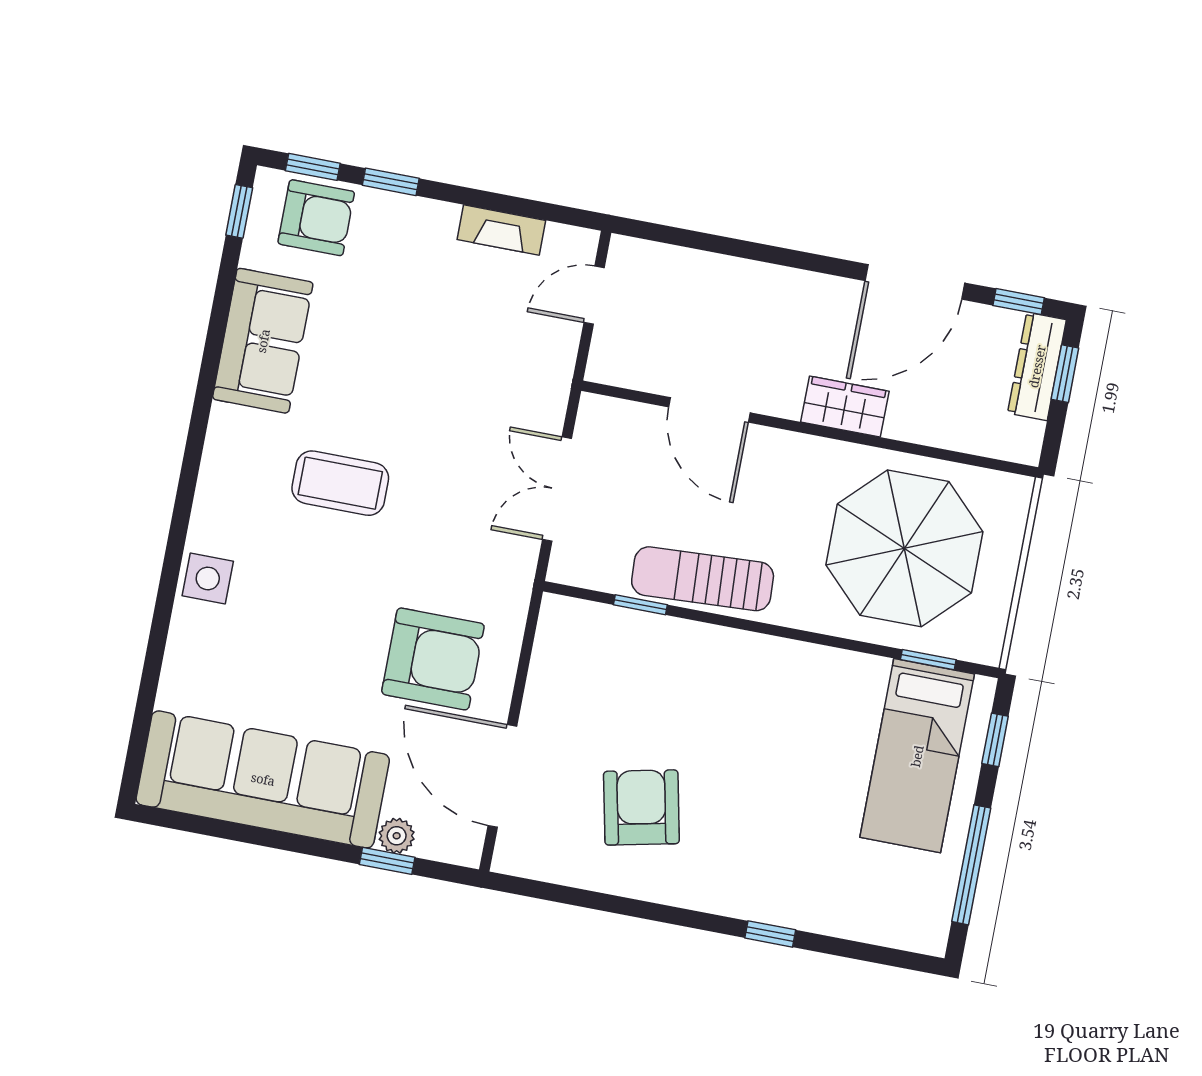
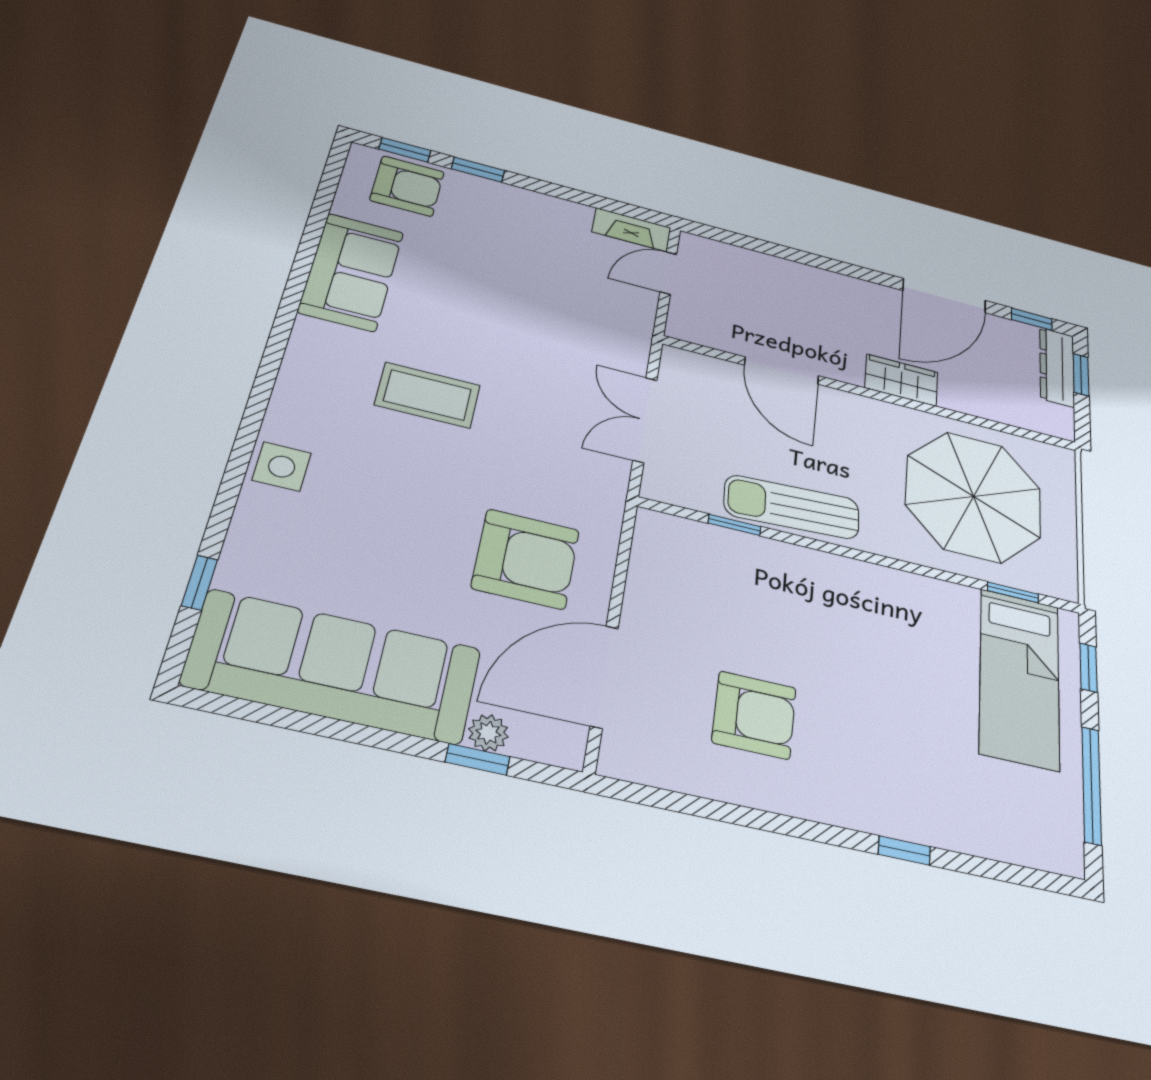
window: (239, 211) -> (199, 583), moved
fireplace: (501, 230) -> (631, 230), moved
door: (502, 776) -> (604, 676), hinge flipped
armchair: (641, 807) -> (754, 715), turned 102

